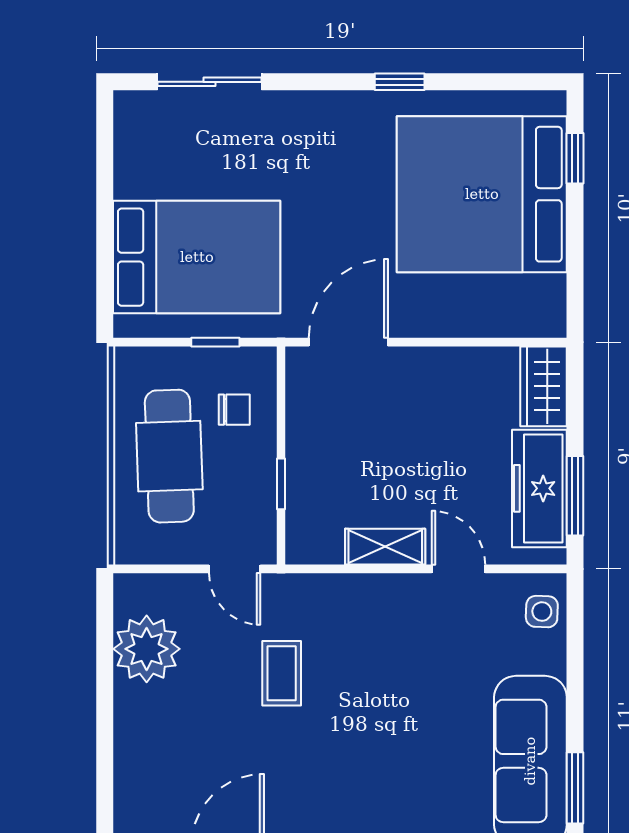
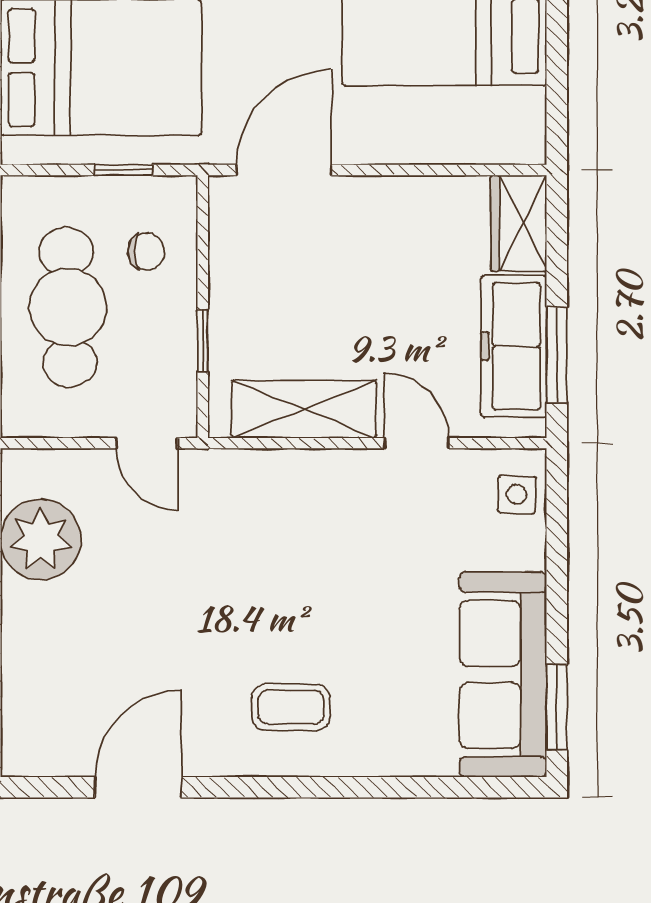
shelving: (385, 547) -> (304, 409), width x1.50, depth x1.33
coffee table: (282, 673) -> (291, 707), moved, turned 90

